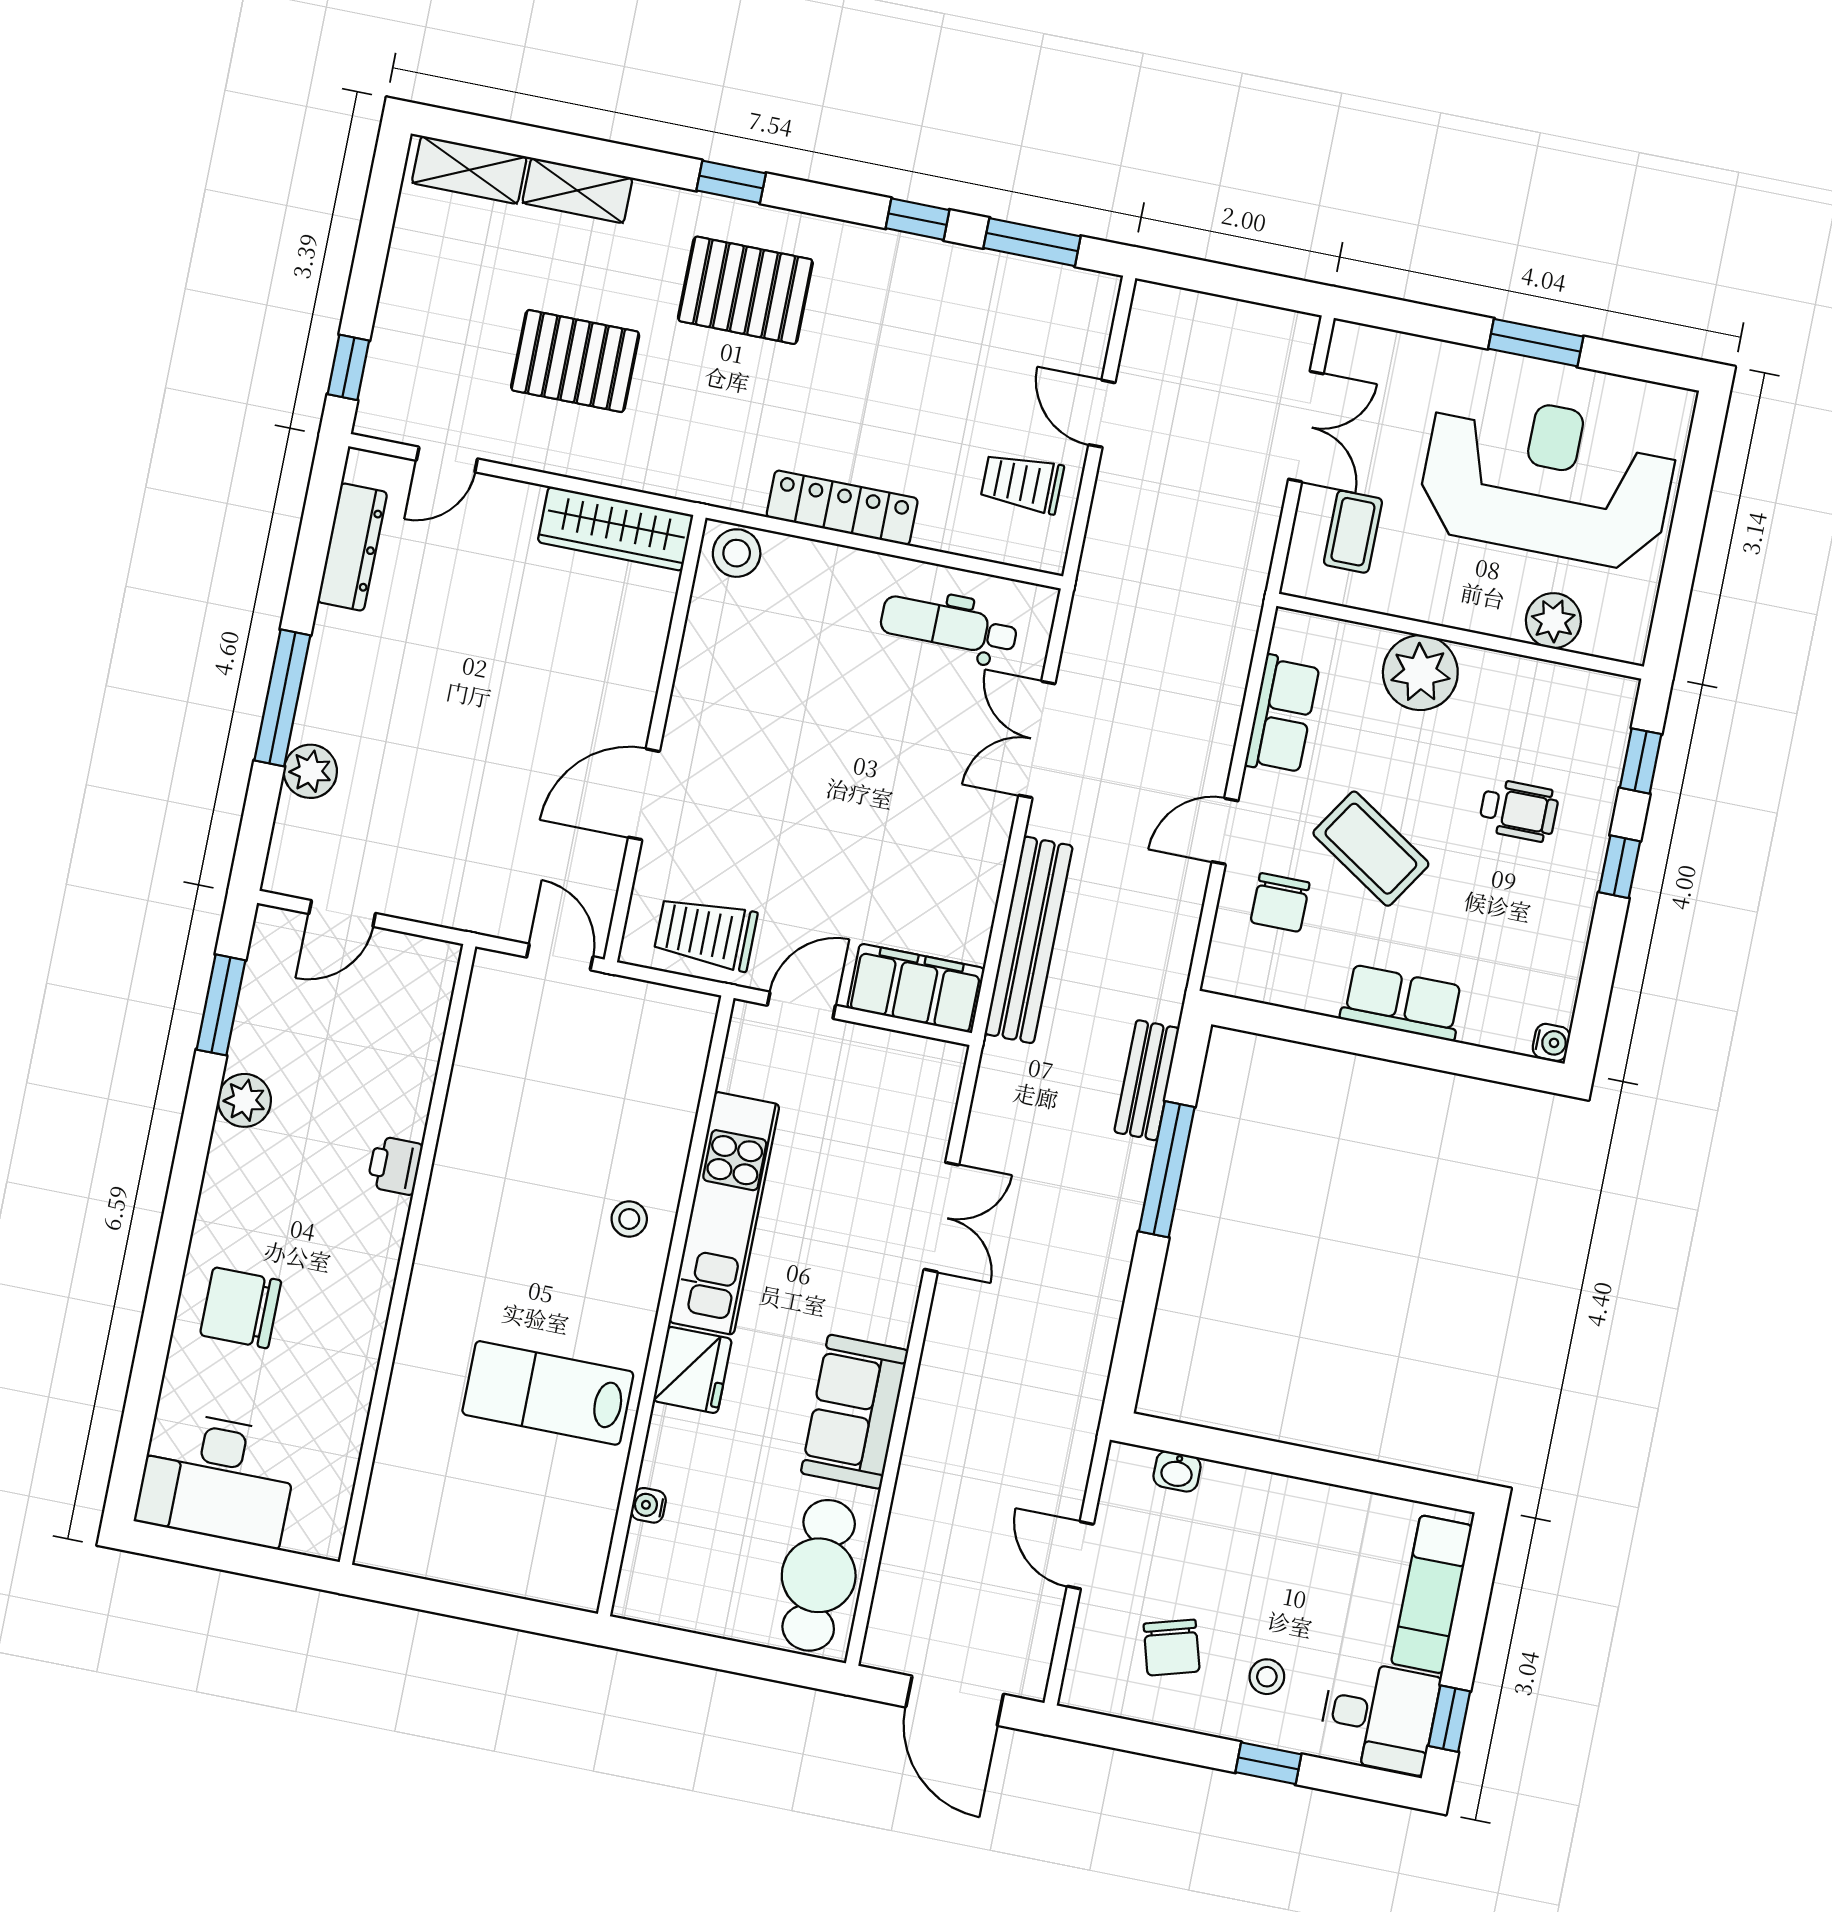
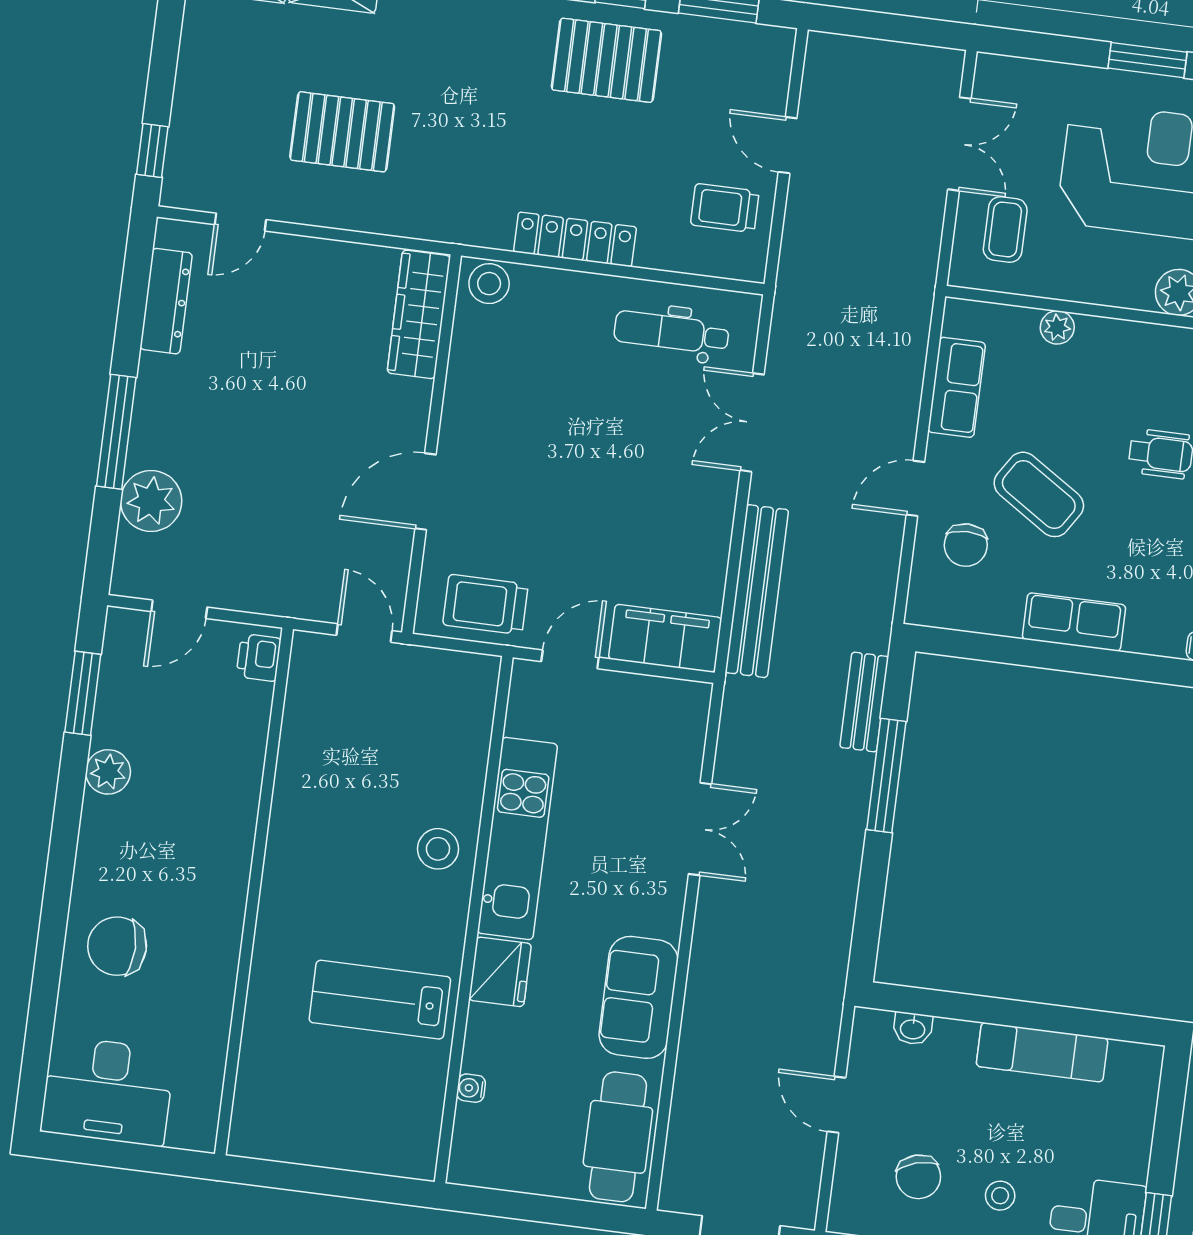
pallet: (745, 290) -> (606, 60), moved
wardrobe: (615, 529) -> (419, 314), moved, turned 90
plant: (1420, 673) -> (1057, 327), width x0.53, depth x0.53
plant: (310, 771) -> (151, 501), width x1.36, depth x1.36
printer: (395, 1165) -> (259, 658), moved
stool: (629, 1219) -> (438, 849), width x1.37, depth x1.37
exam couch: (1432, 1594) -> (1042, 1052), moved, turned -90

